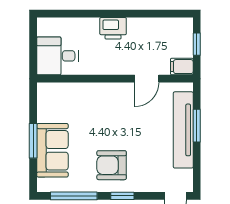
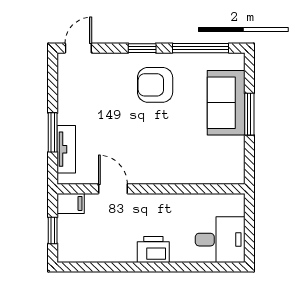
desk: (57, 56) -> (220, 240), moved
door: (147, 79) -> (113, 189), hinge flipped
tv unit: (183, 130) -> (66, 149), width x0.52, depth x0.78
armchair: (112, 165) -> (155, 85), turned 180

